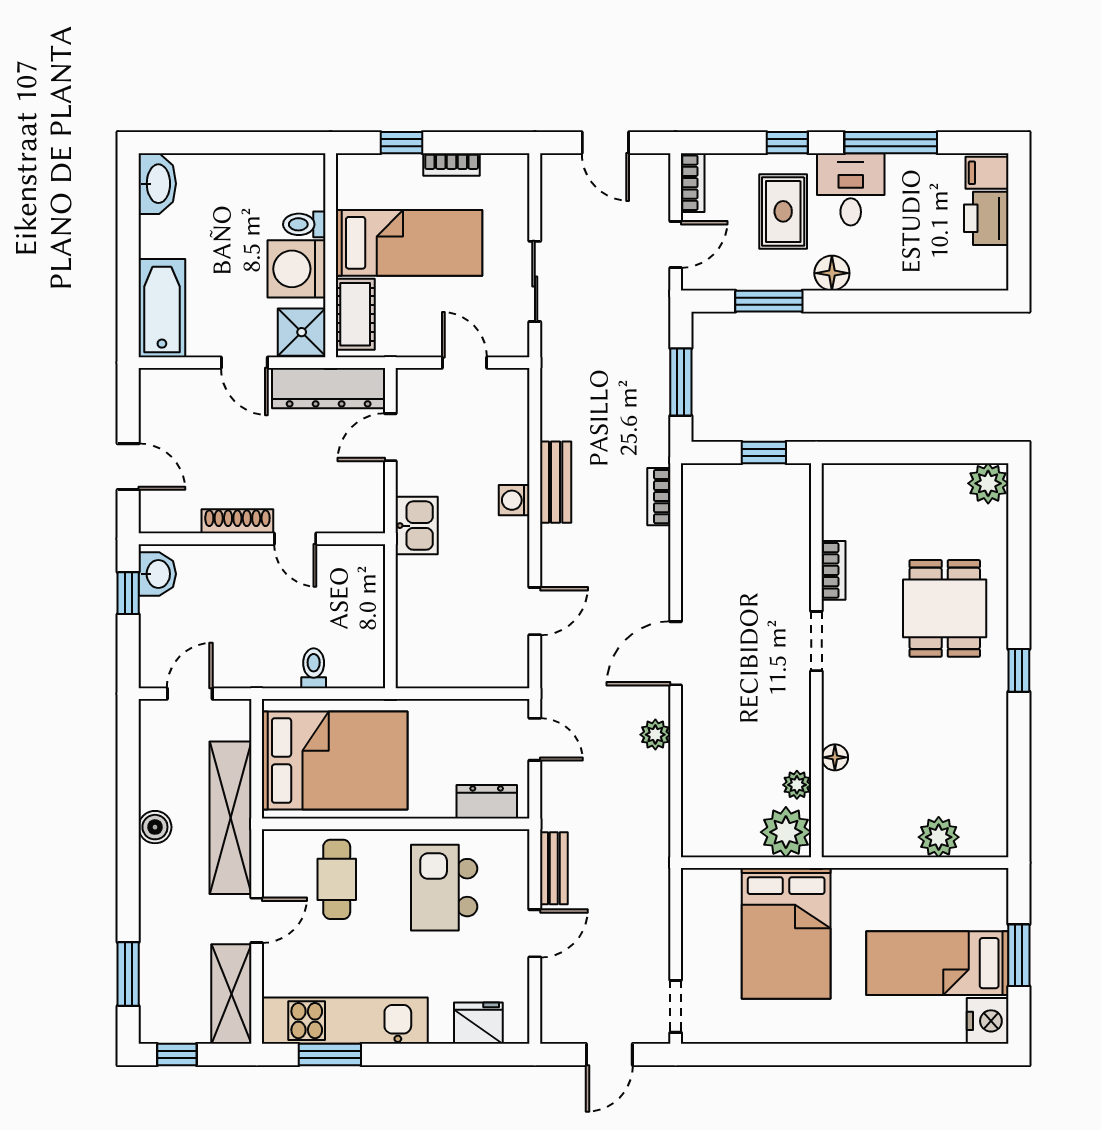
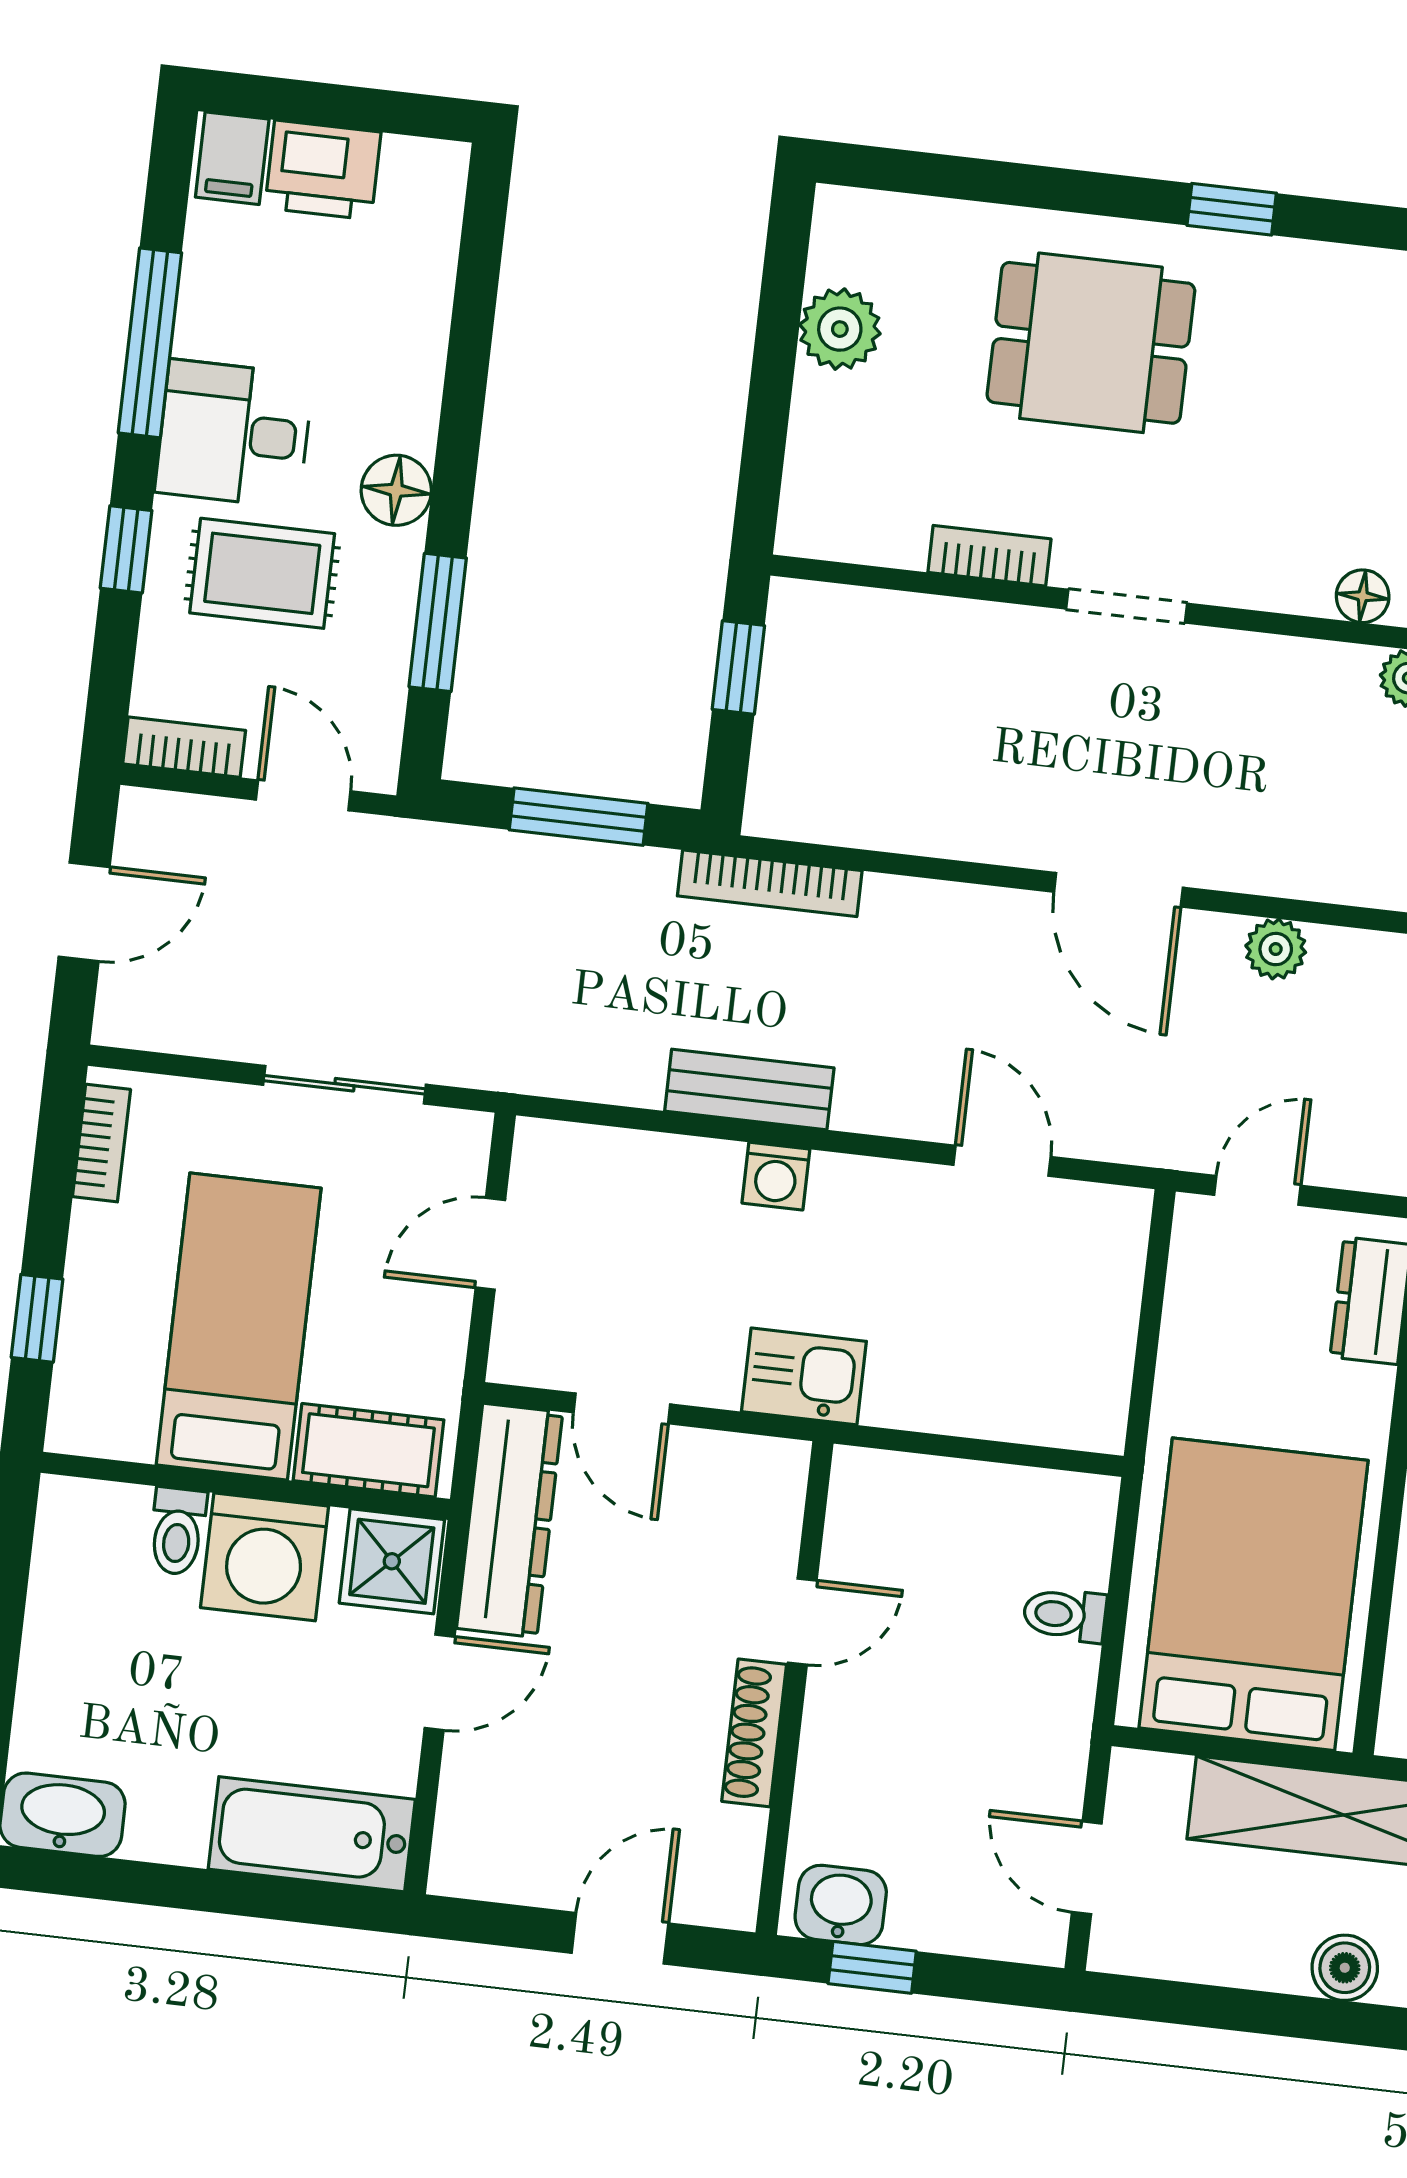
bookcase: (452, 164) -> (101, 1143), moved
plant: (988, 483) -> (840, 329), moved
bookcase: (659, 497) -> (770, 883), width x1.56

